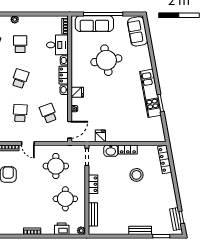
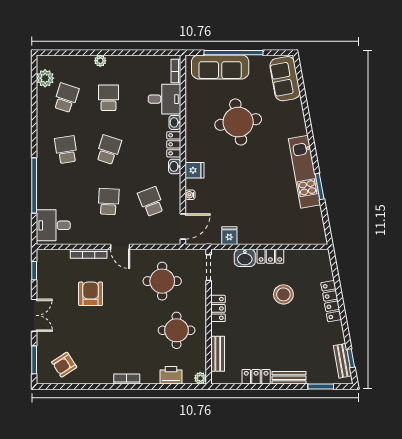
locker: (165, 159) -> (331, 301), moved
locker: (118, 230) -> (256, 377), added

